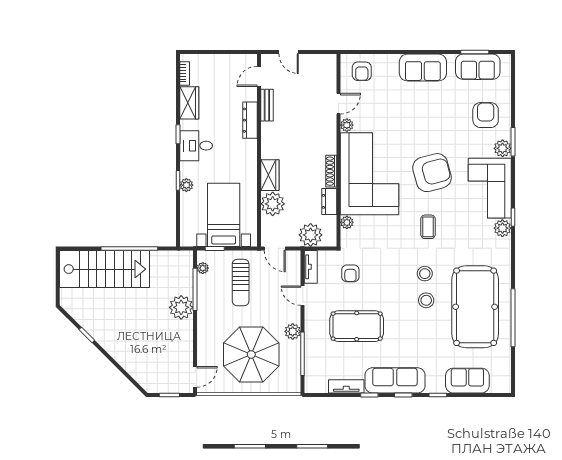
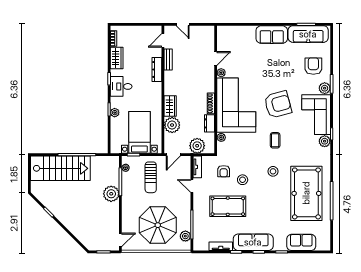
sofa: (478, 67) -> (308, 34), width x1.36
armchair: (362, 71) -> (231, 37), removed
door: (275, 248) -> (173, 155), hinge flipped
stool: (426, 300) -> (243, 180), moved
plant: (293, 331) -> (185, 236), moved

